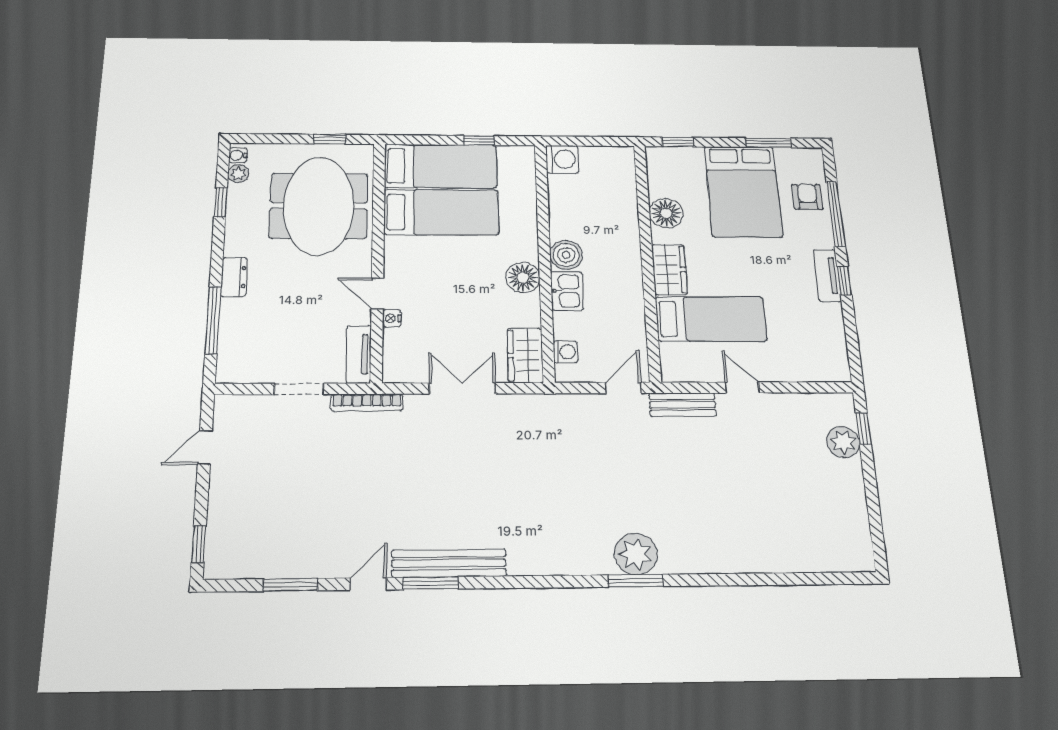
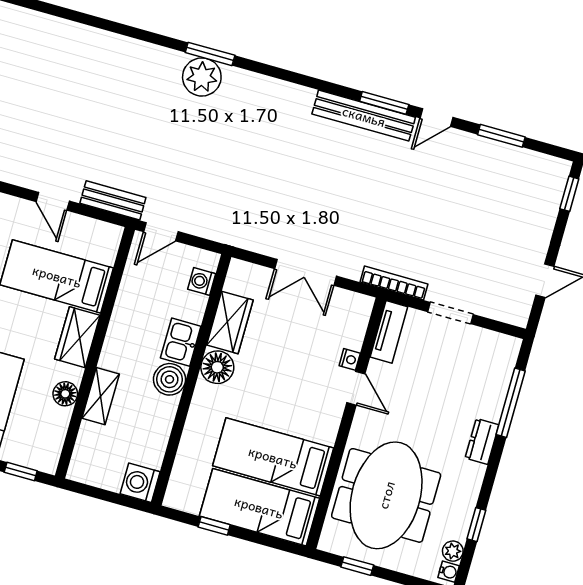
floor lamp: (666, 213) -> (65, 394), width x0.73, depth x0.73
shelving: (627, 224) -> (101, 396), added
wardrobe: (525, 355) -> (230, 322), moved

